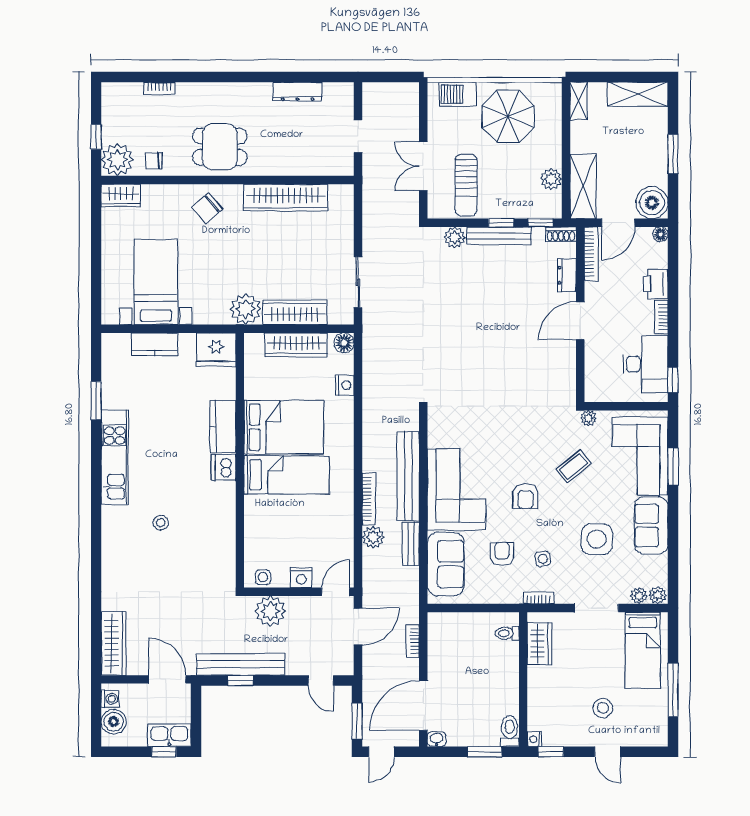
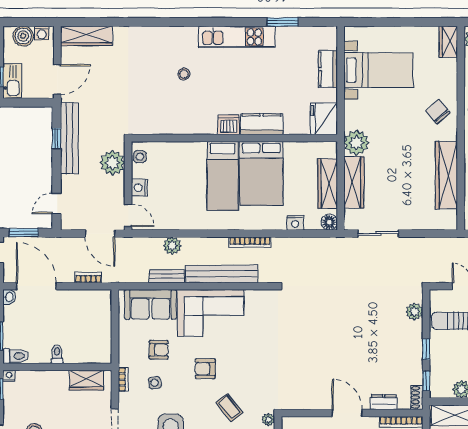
bench: (499, 236) -> (416, 347), removed
bookcase: (369, 499) -> (250, 242), moved
toilet: (507, 633) -> (57, 354), moved

